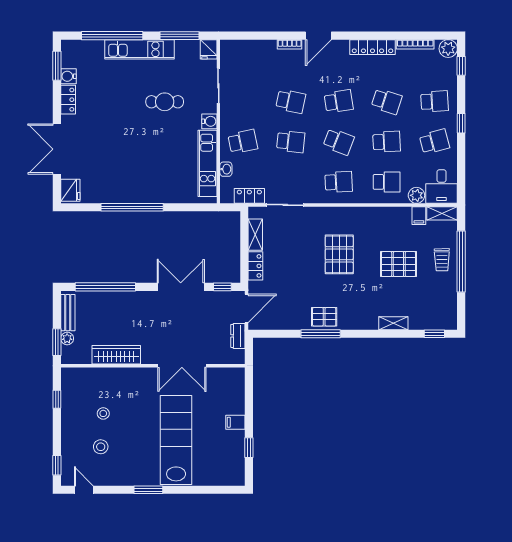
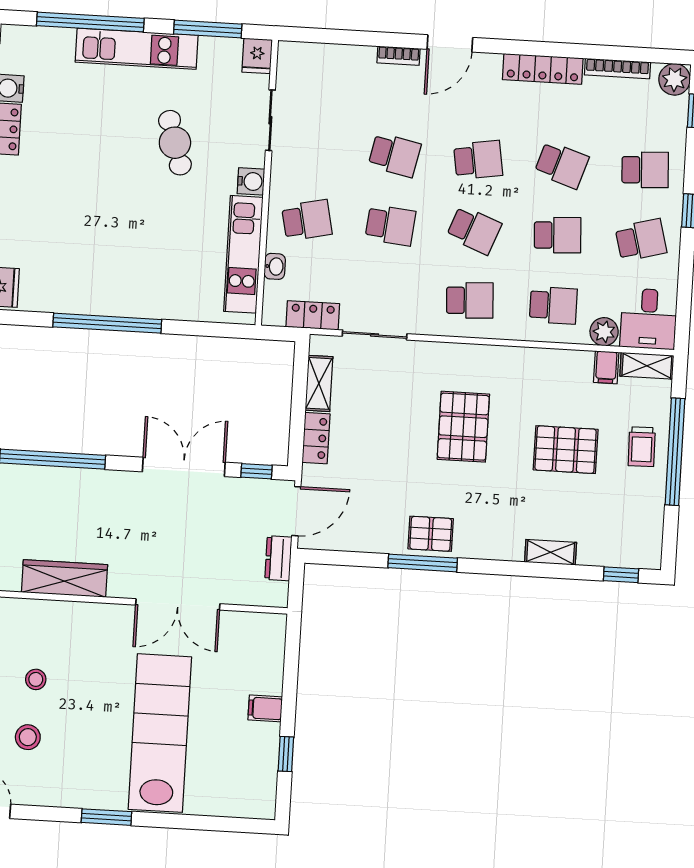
cafe table: (165, 102) -> (175, 143), turned 73

